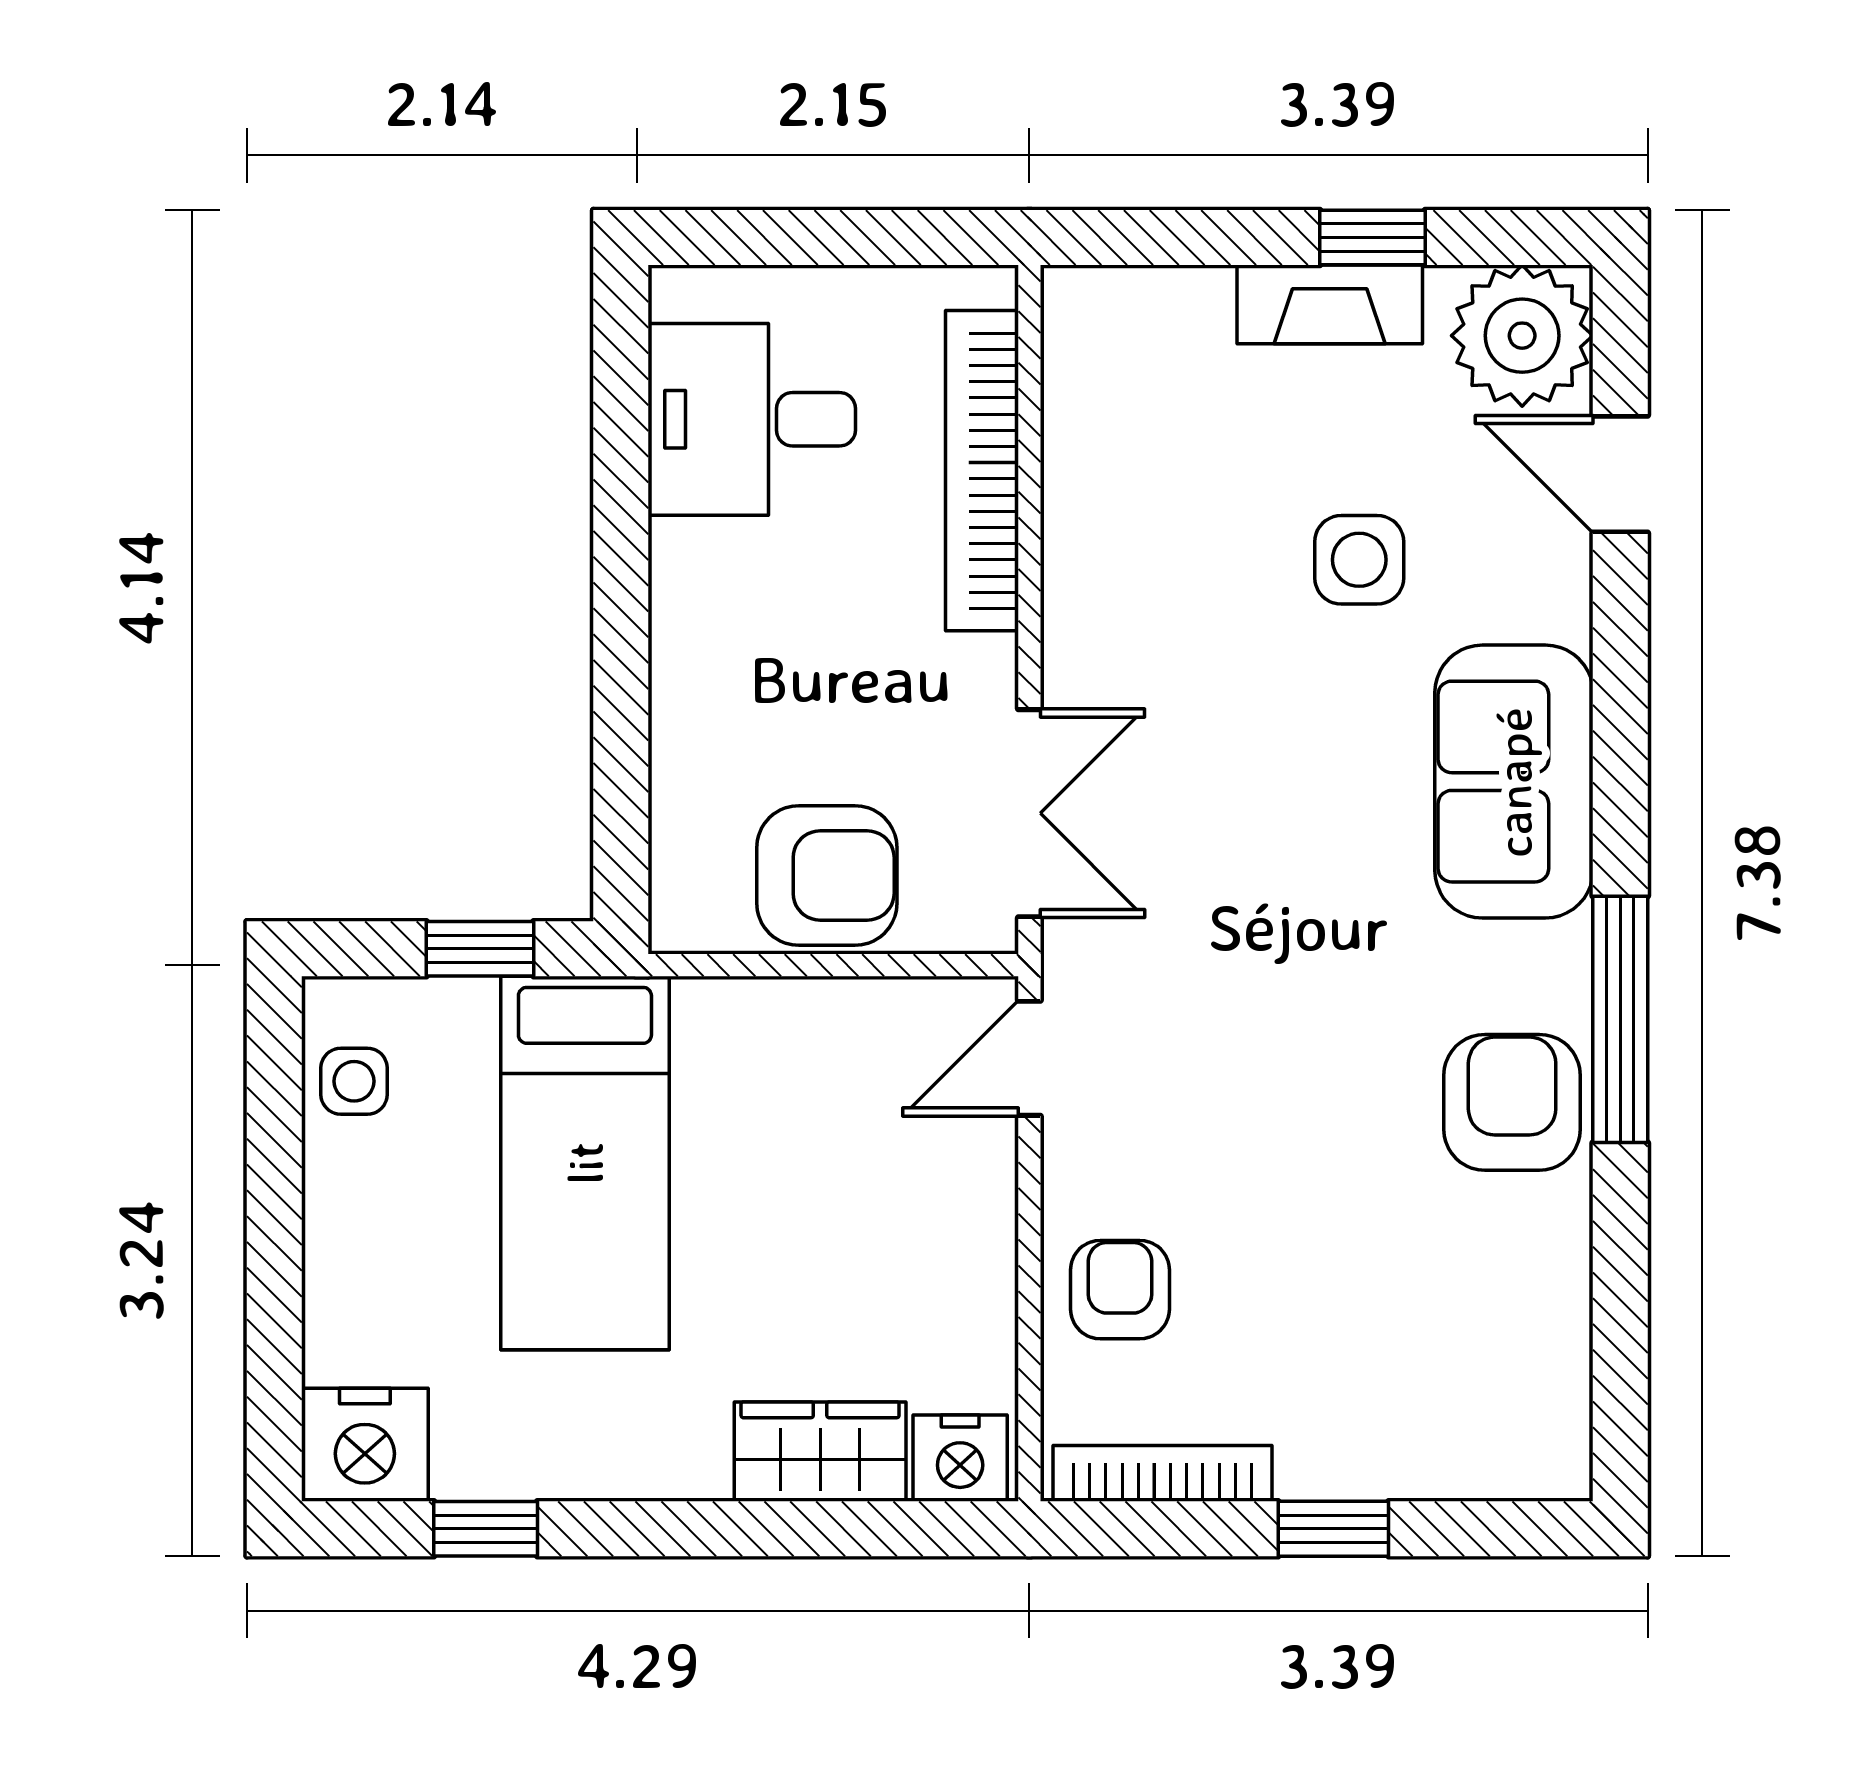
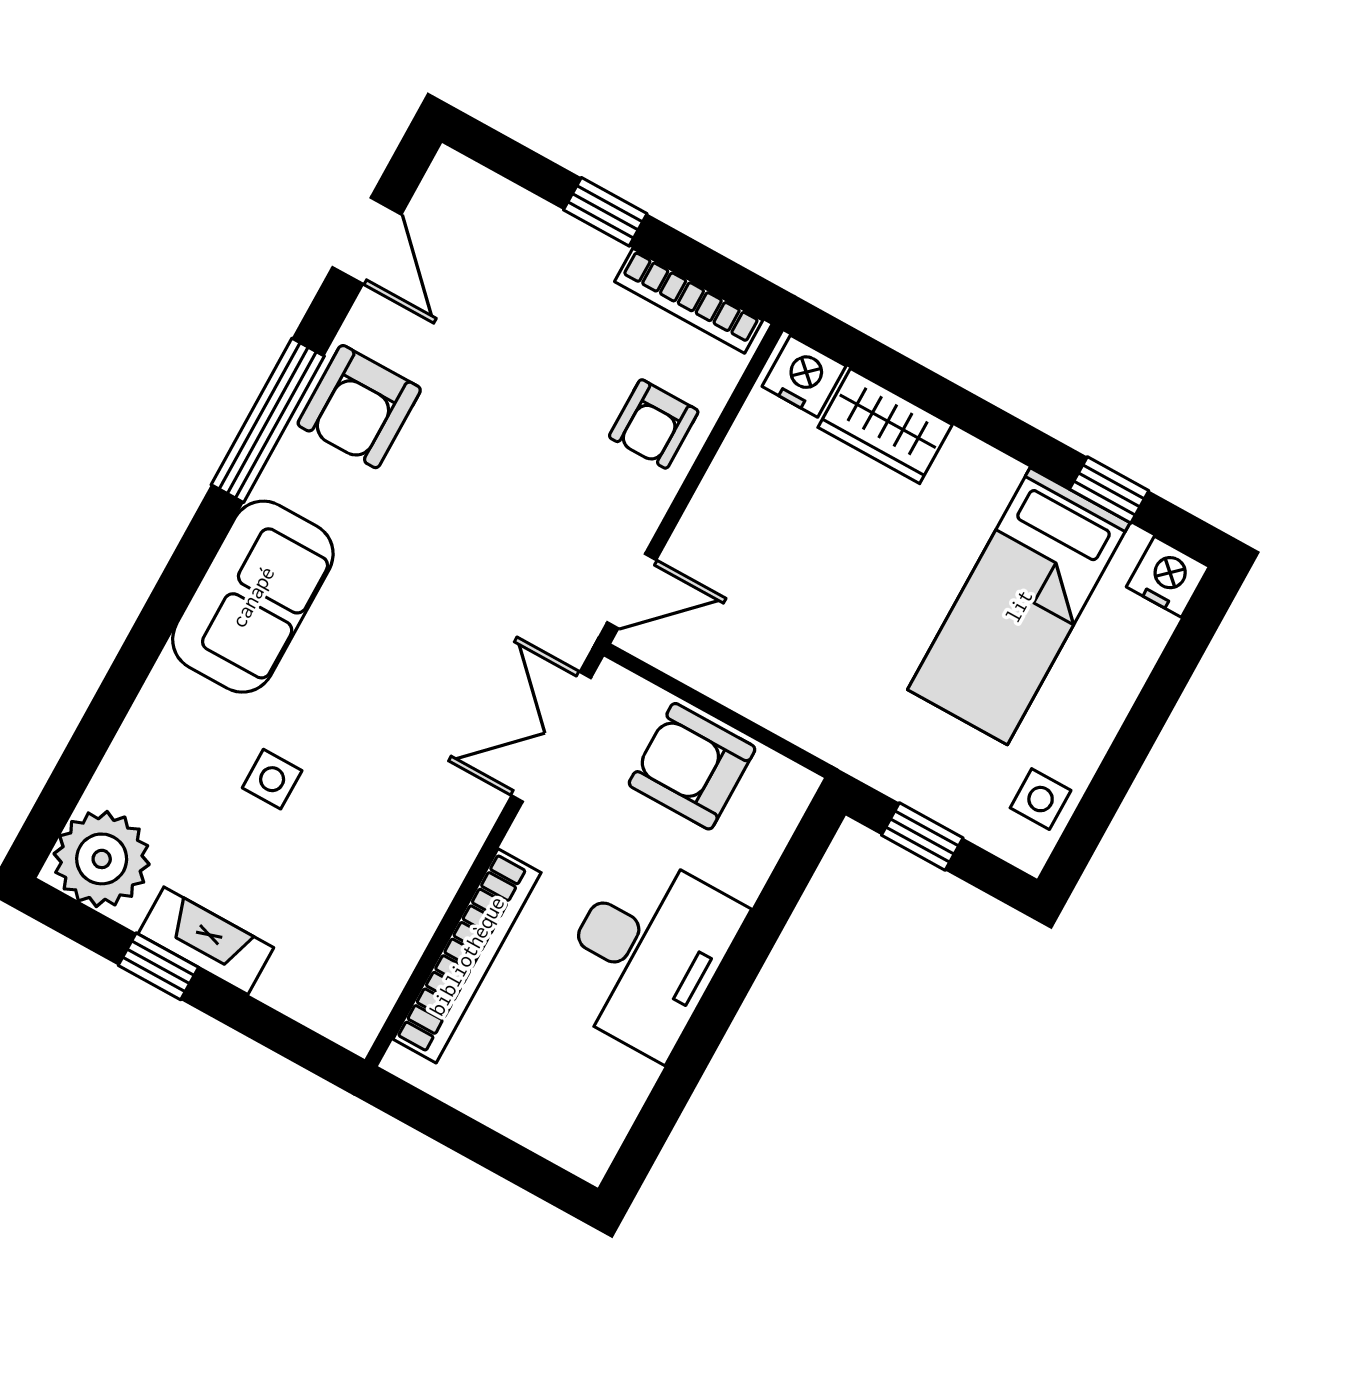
desk: (752, 419) -> (647, 954), moved, width x1.37
door: (1620, 474) -> (367, 241), moved
side table: (1359, 560) -> (272, 779), width x0.73, depth x0.73
bed: (585, 1163) -> (1019, 606), moved, turned 180
nightstand: (365, 1445) -> (1168, 577), width x0.74, depth x0.75

